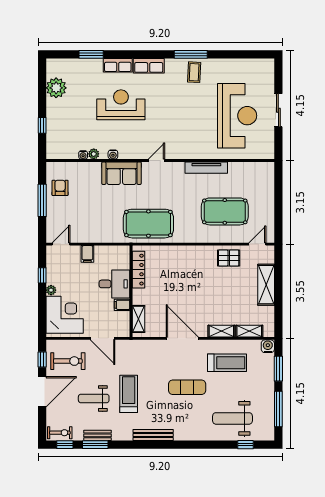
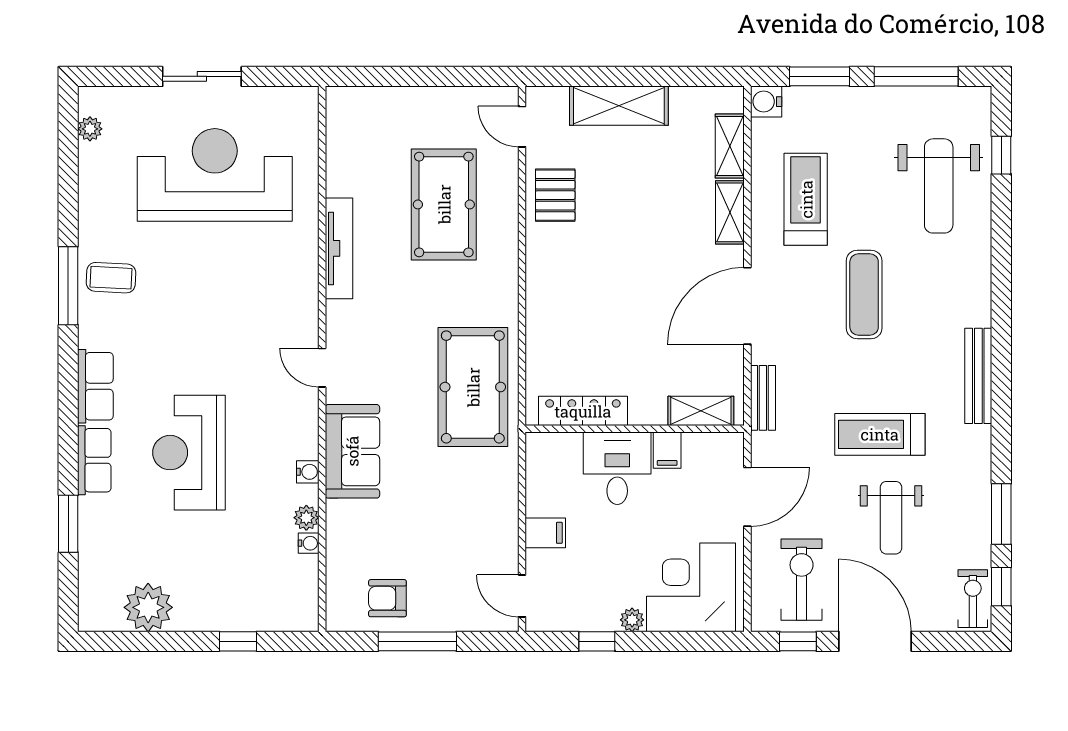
plant: (256, 63) -> (90, 129), added
bench: (98, 435) -> (763, 398), moved

